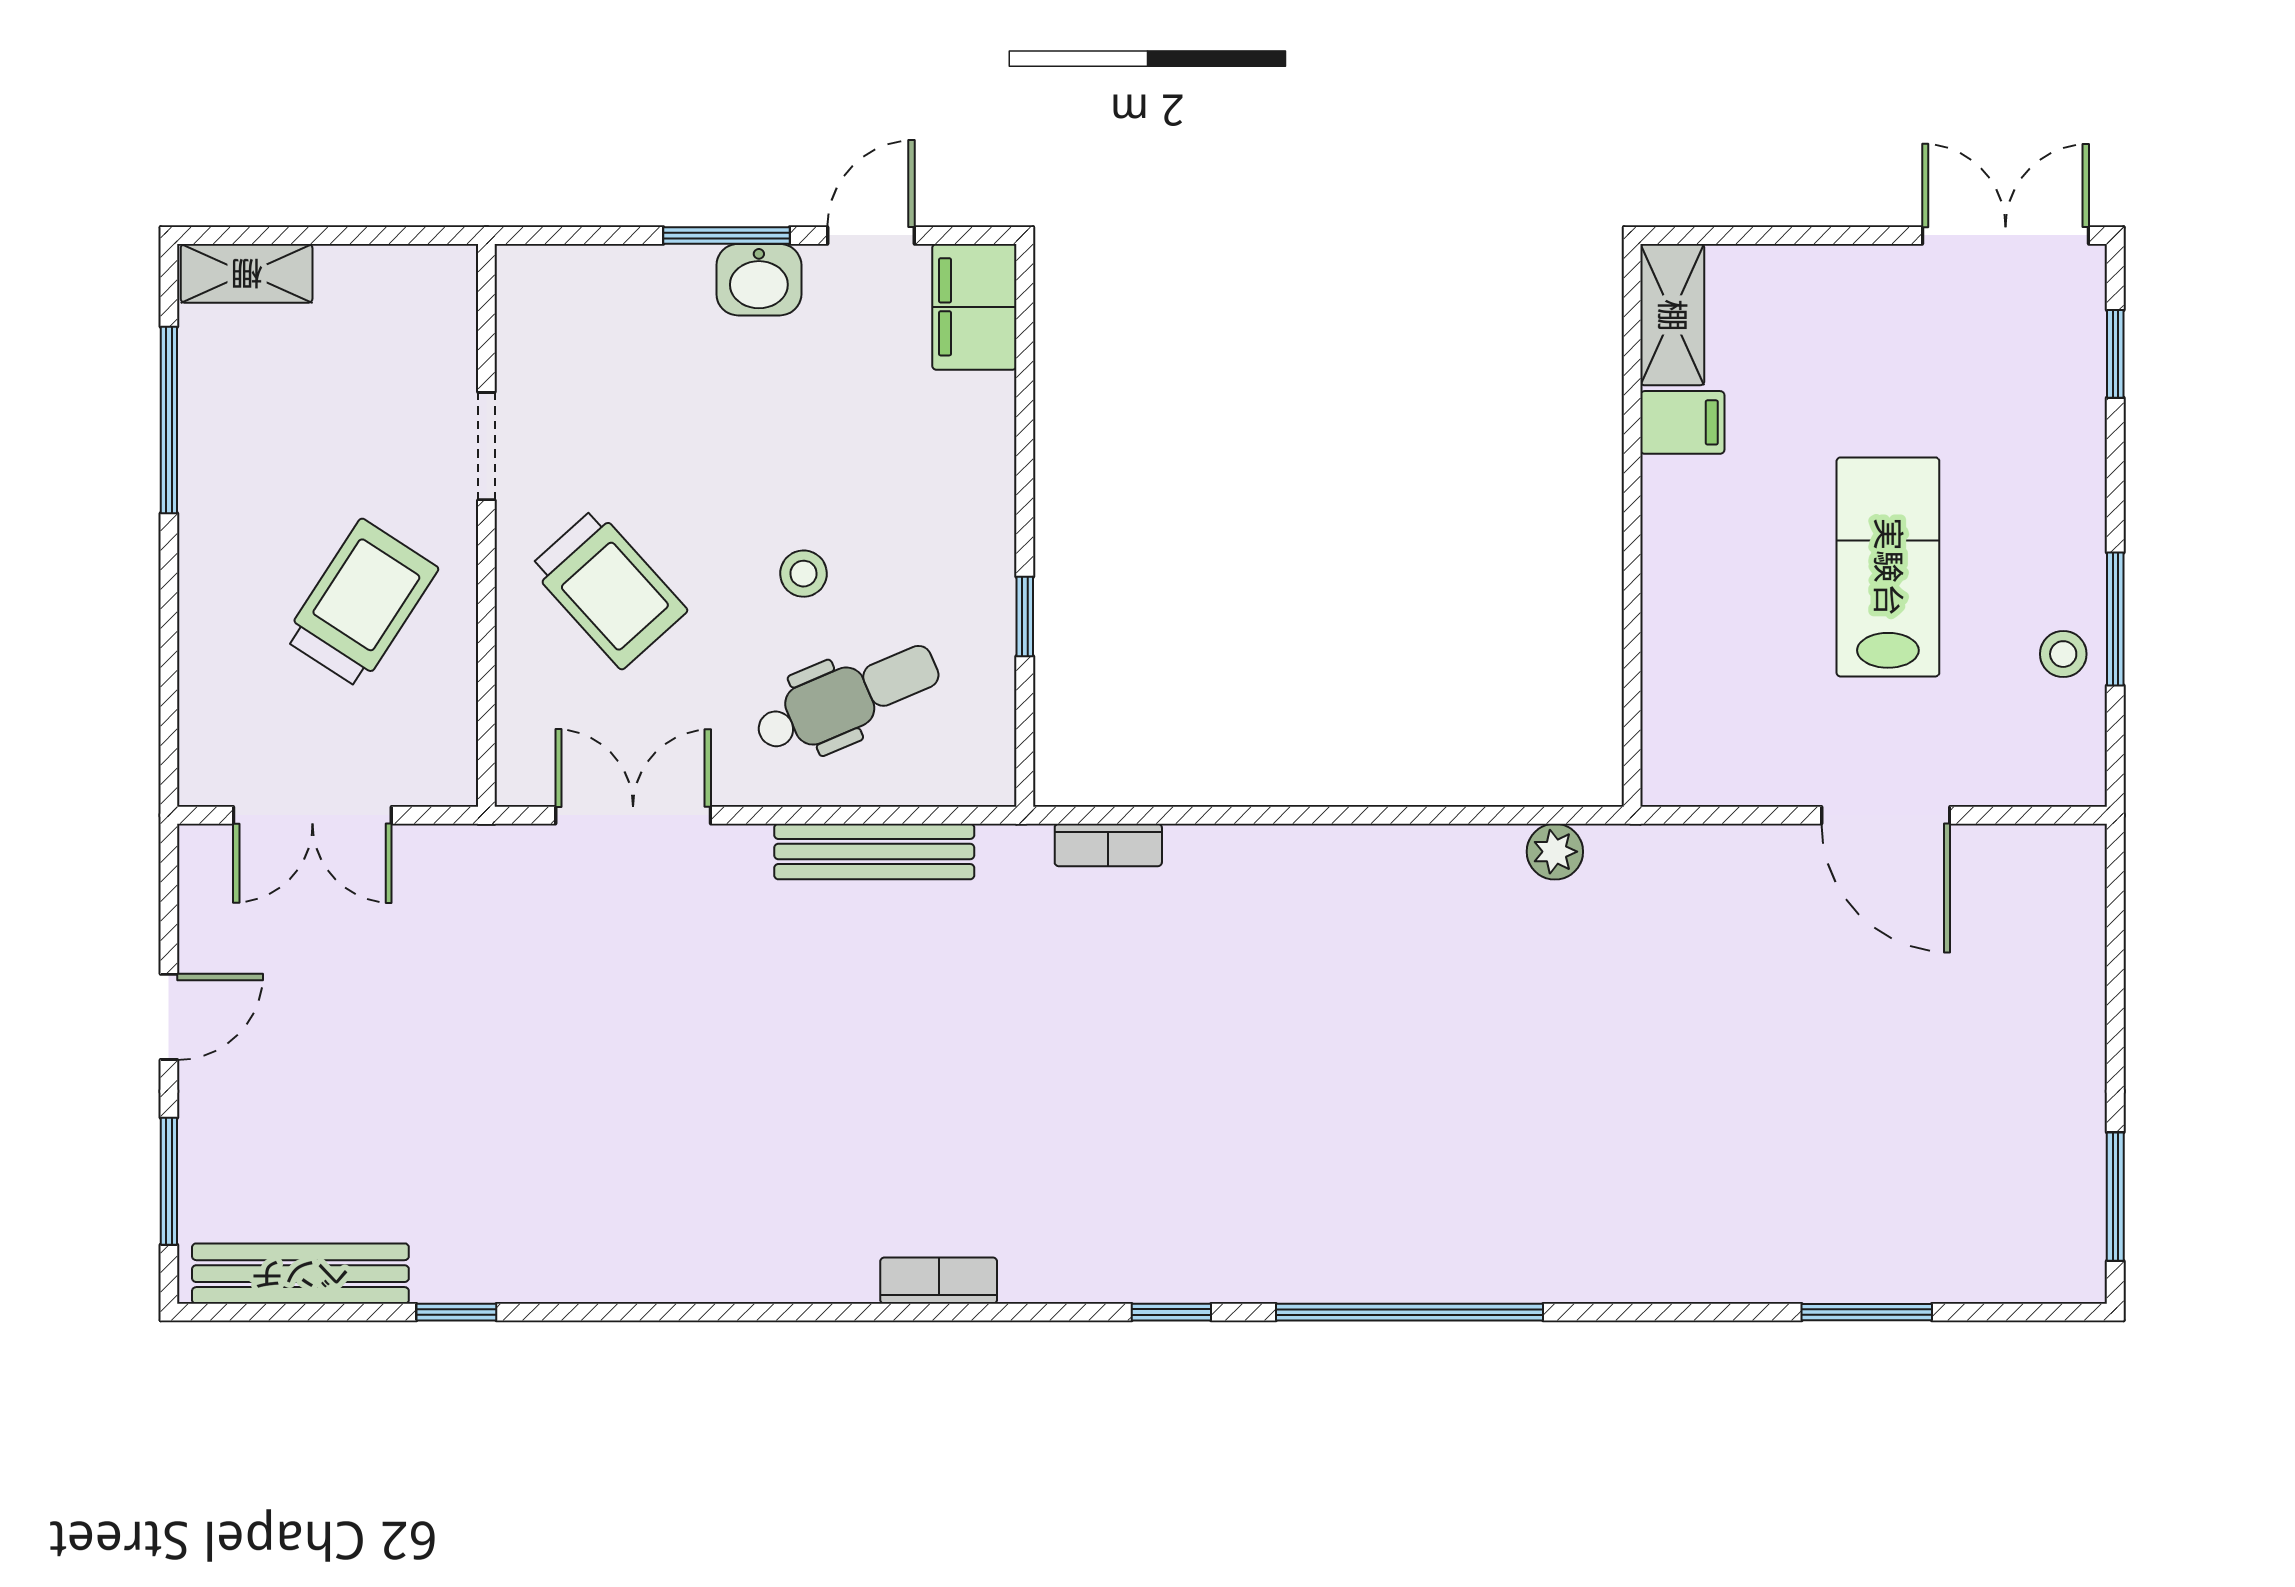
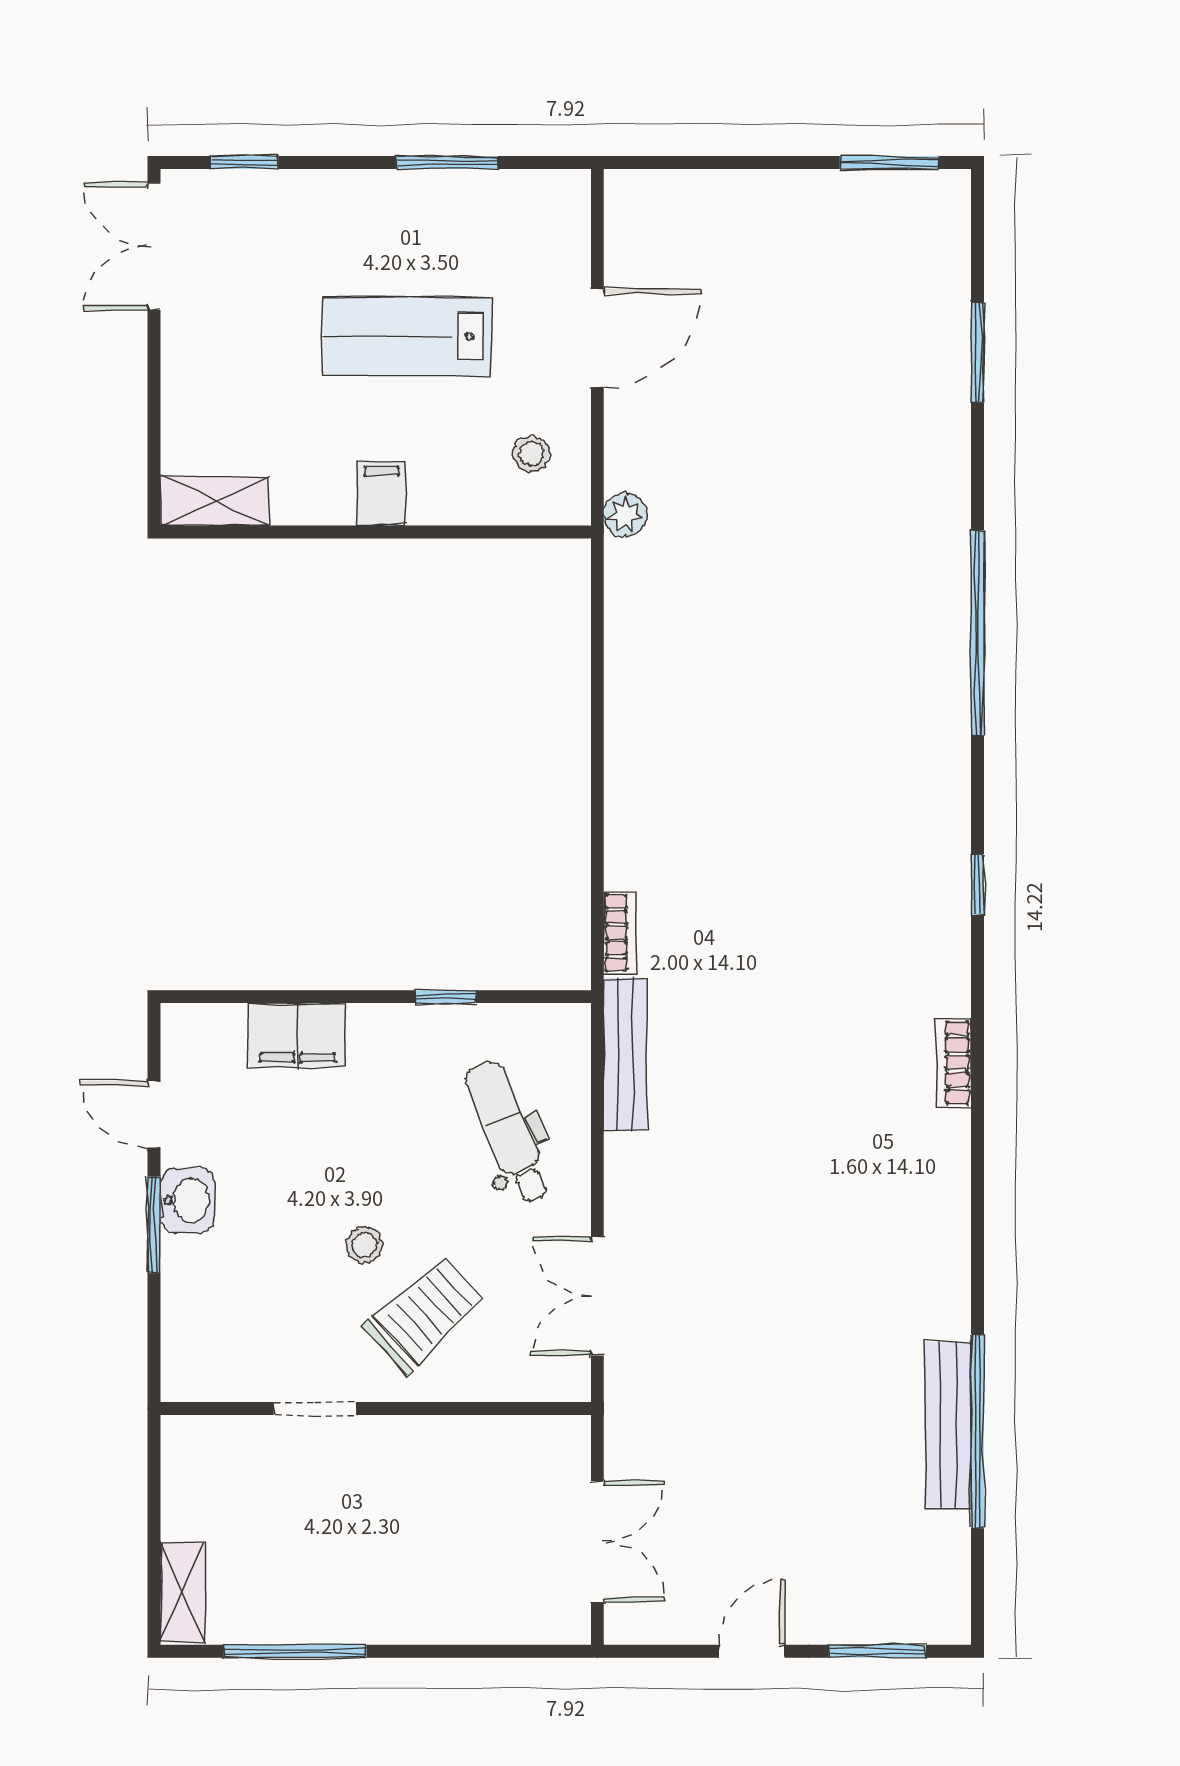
filing cabinet: (974, 307) -> (297, 1035), moved
filing cabinet: (1682, 422) -> (382, 494), moved
stool: (803, 574) -> (364, 1245), moved
trolley: (361, 603) -> (435, 1504), removed
stool: (2063, 654) -> (531, 454), moved
bench: (874, 852) -> (625, 1054), moved
plant: (1555, 852) -> (625, 515), moved
door: (169, 1017) -> (752, 1651), hinge flipped
bench: (300, 1274) -> (948, 1425), moved
window: (456, 1312) -> (978, 1431), width x3.17
window: (1409, 1312) -> (978, 633), moved

